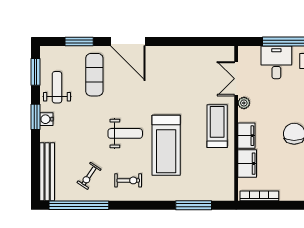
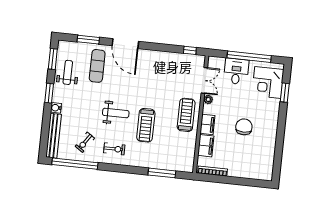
window: (213, 42) -> (190, 50), added
double door: (236, 79) -> (204, 80), swing flipped
water cooler: (46, 119) -> (56, 108), moved
treadmill: (166, 145) -> (146, 125), width x0.73, depth x0.73

